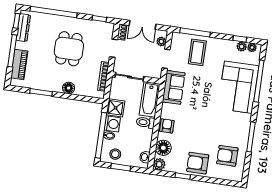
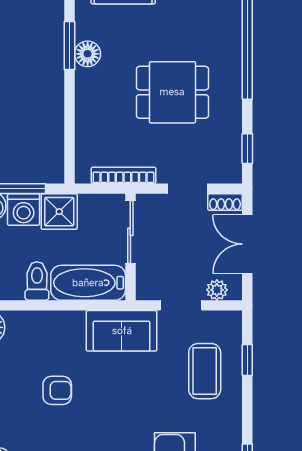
window: (195, 32) -> (247, 360), width x0.46
coffee table: (197, 52) -> (205, 371), turned 90
floor lamp: (69, 88) -> (88, 54), moved
armchair: (167, 126) -> (57, 390), moved

